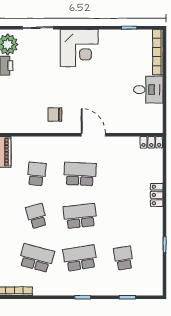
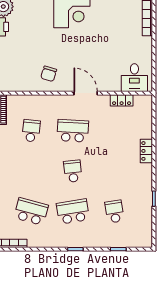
desk: (148, 90) -> (134, 78), moved, turned 90
chair: (55, 115) -> (49, 74), turned -73
locker: (151, 142) -> (122, 100), moved
school desk: (37, 216) -> (31, 171), removed
school desk: (80, 216) -> (73, 171), width x0.54

